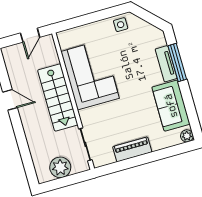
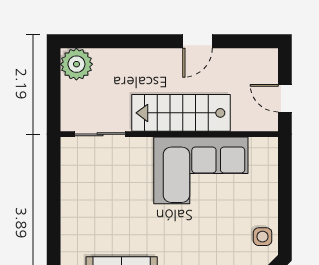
piano: (132, 149) -> (73, 201), removed
plant: (60, 167) -> (76, 64), moved

